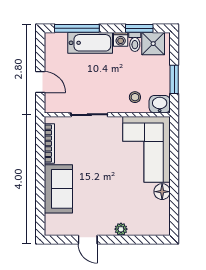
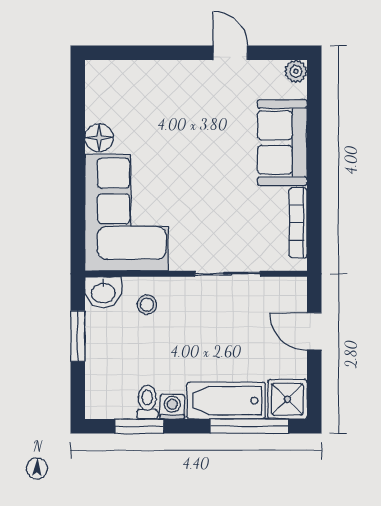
shower: (153, 44) -> (287, 399), moved
plant: (121, 229) -> (296, 71), moved

